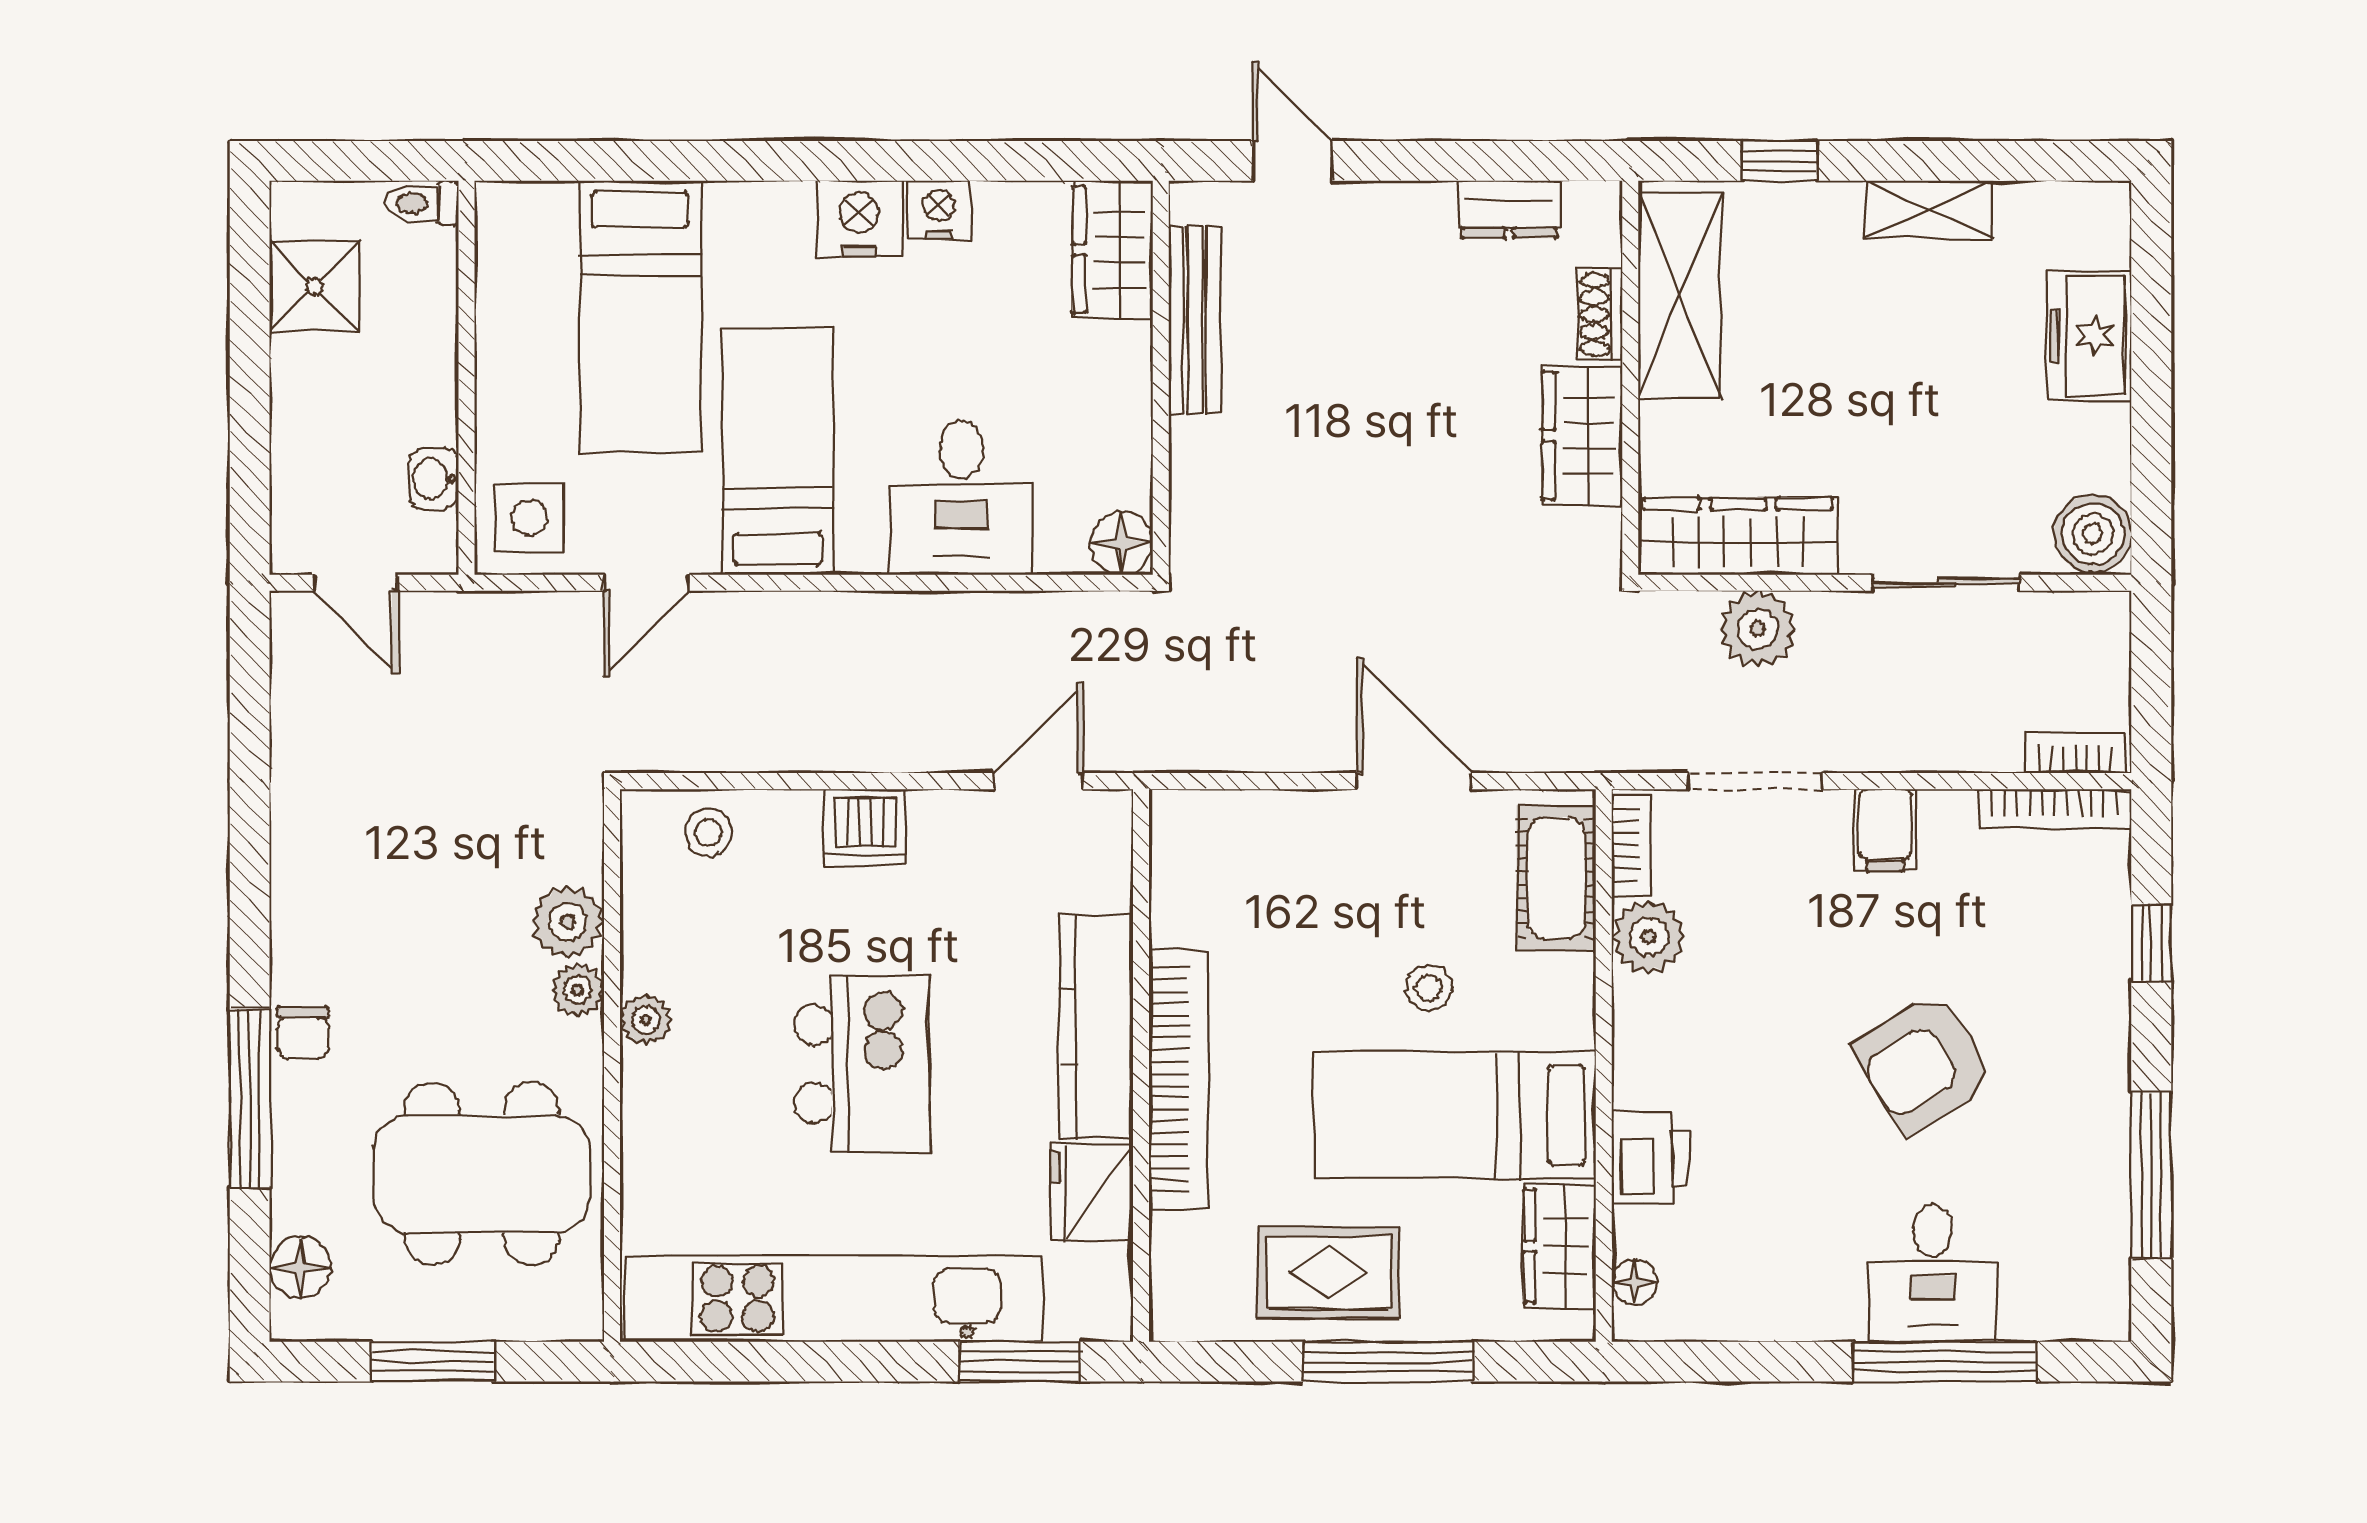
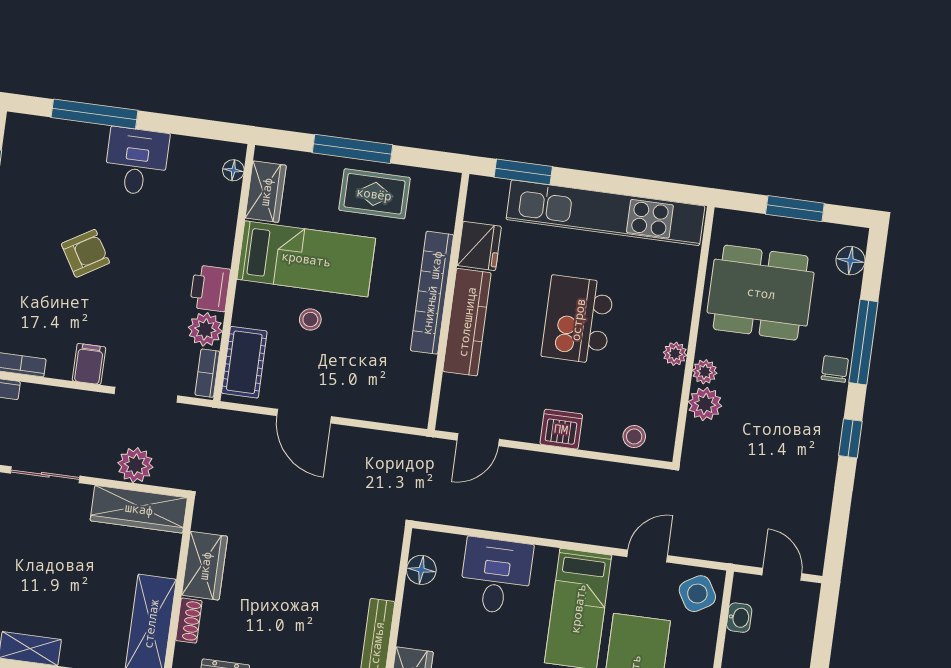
side table: (529, 518) -> (697, 594), turned -31
floor lamp: (1121, 543) -> (421, 570), moved
window: (250, 890) -> (850, 438), added
armchair: (1924, 1064) -> (85, 253), width x0.72, depth x0.72
printer: (1650, 1158) -> (210, 288), moved
desk: (1932, 1273) -> (137, 161), moved

